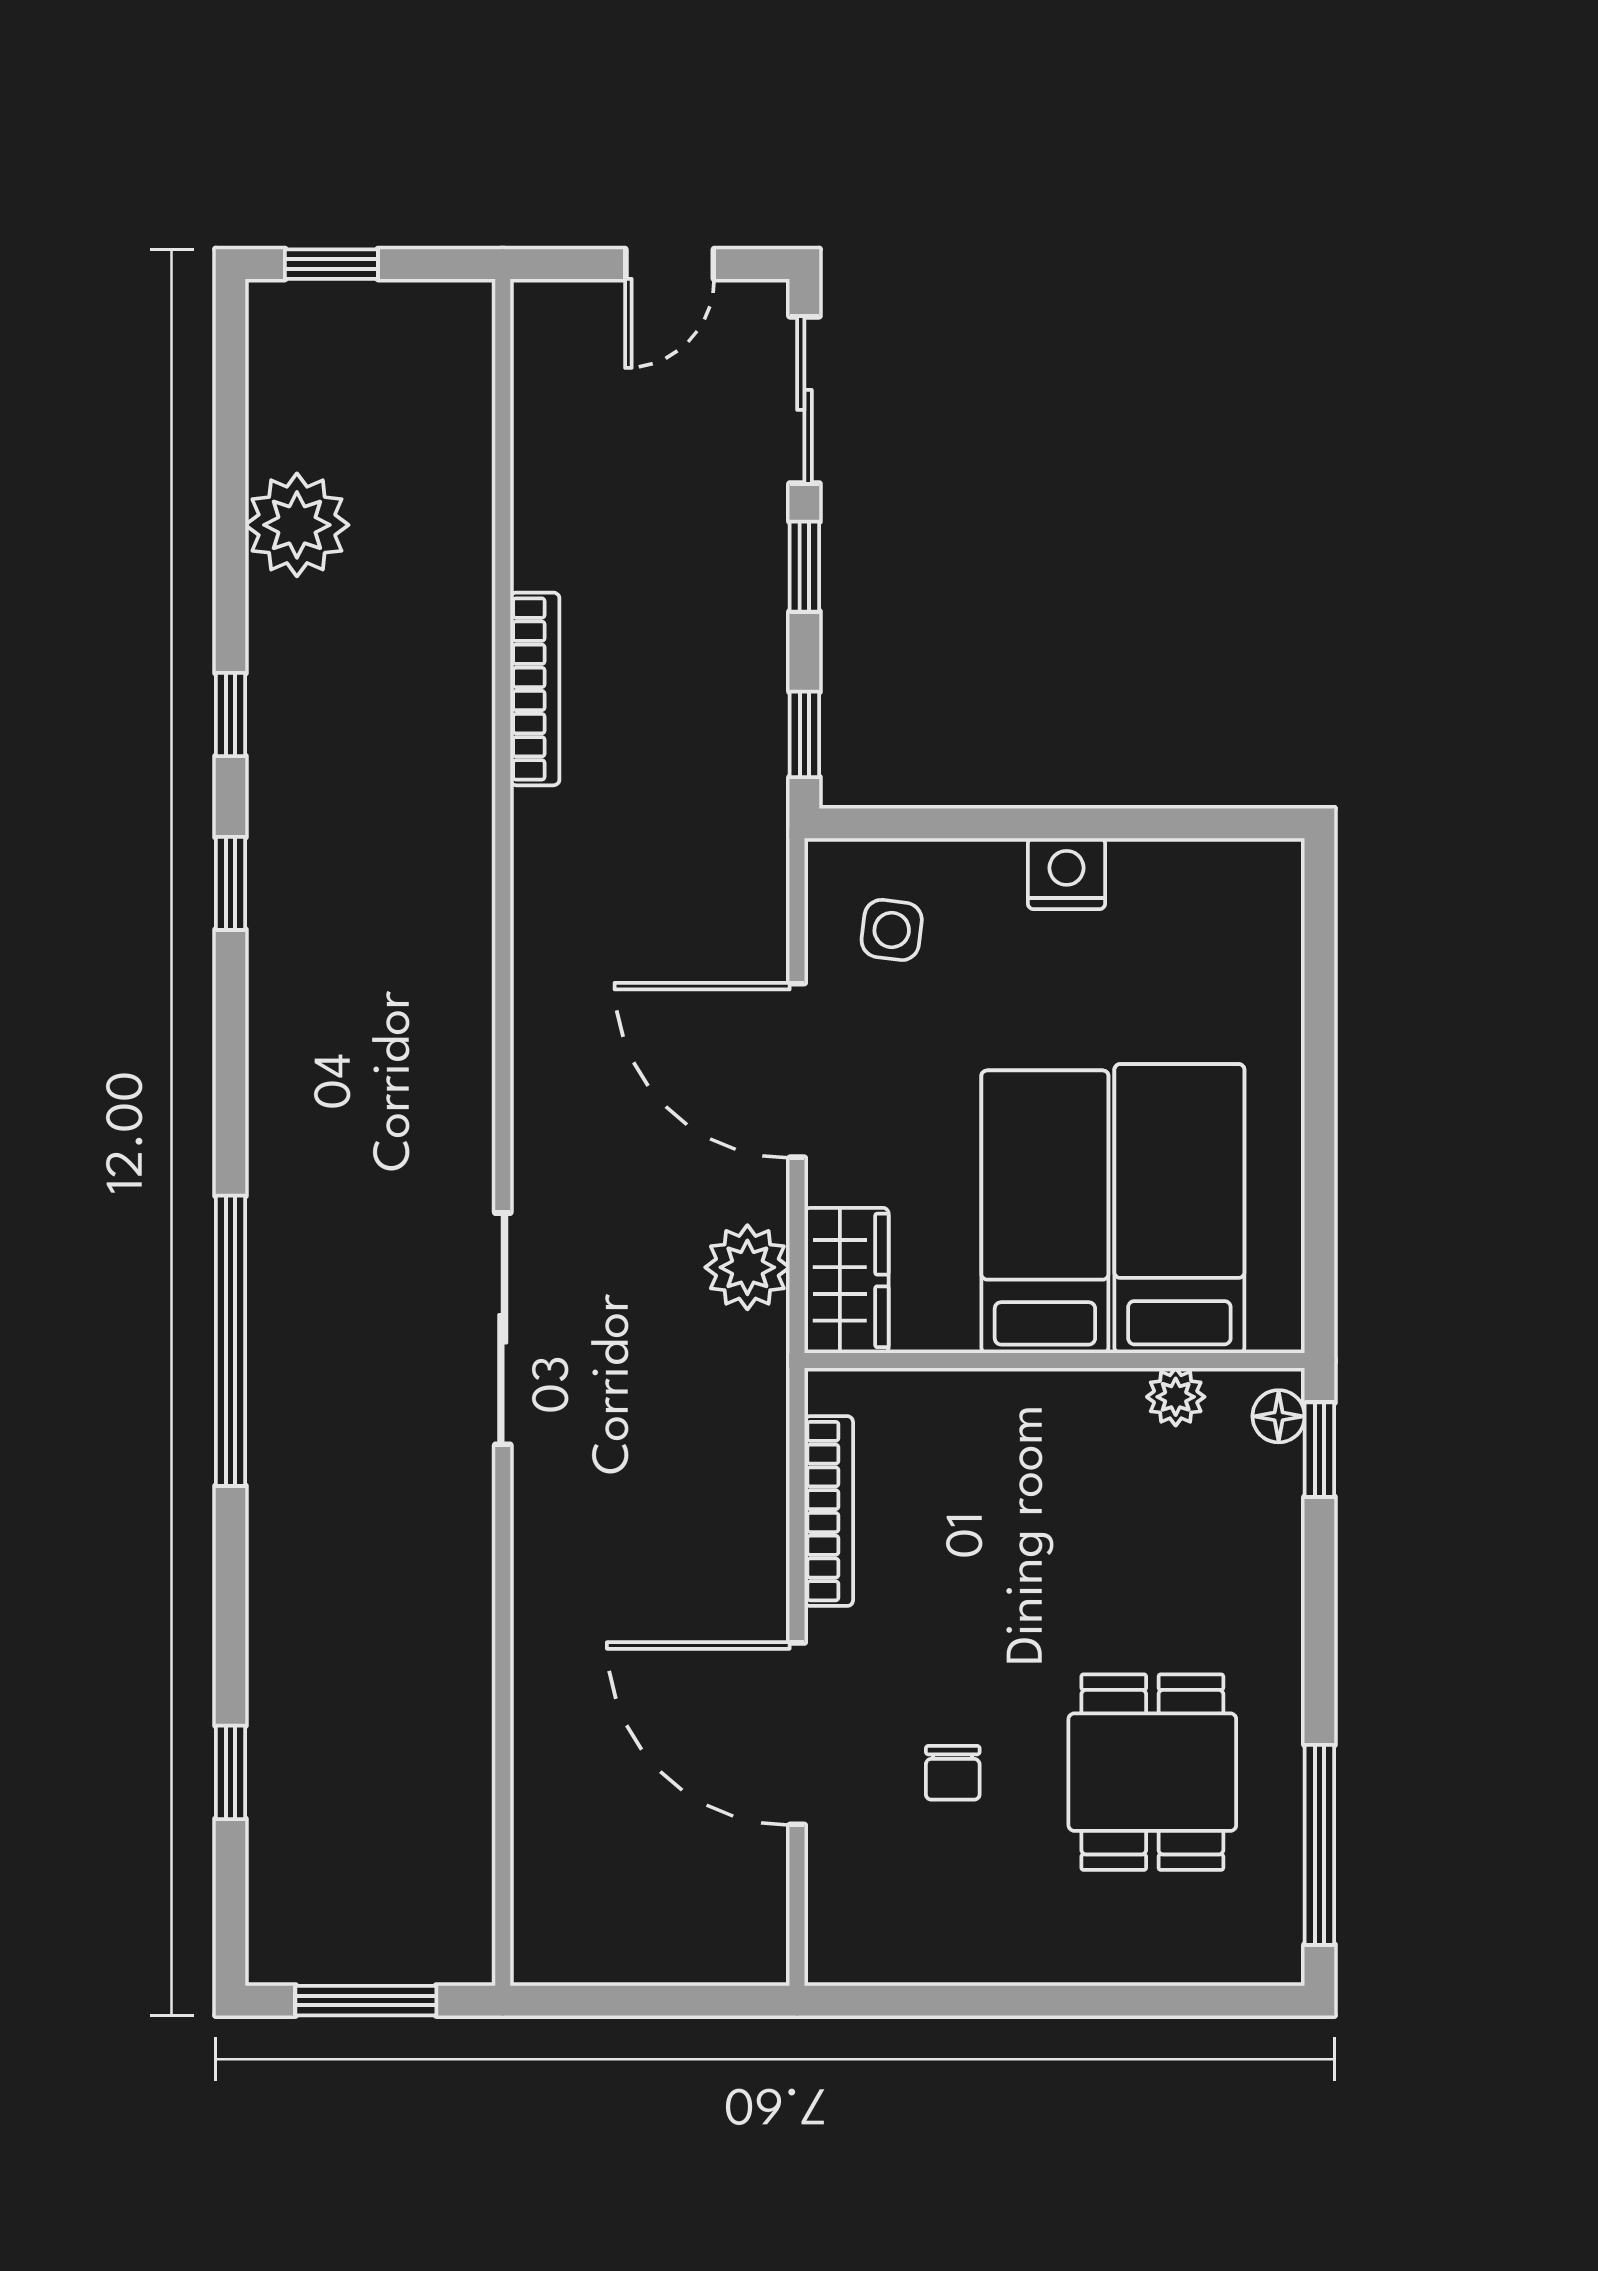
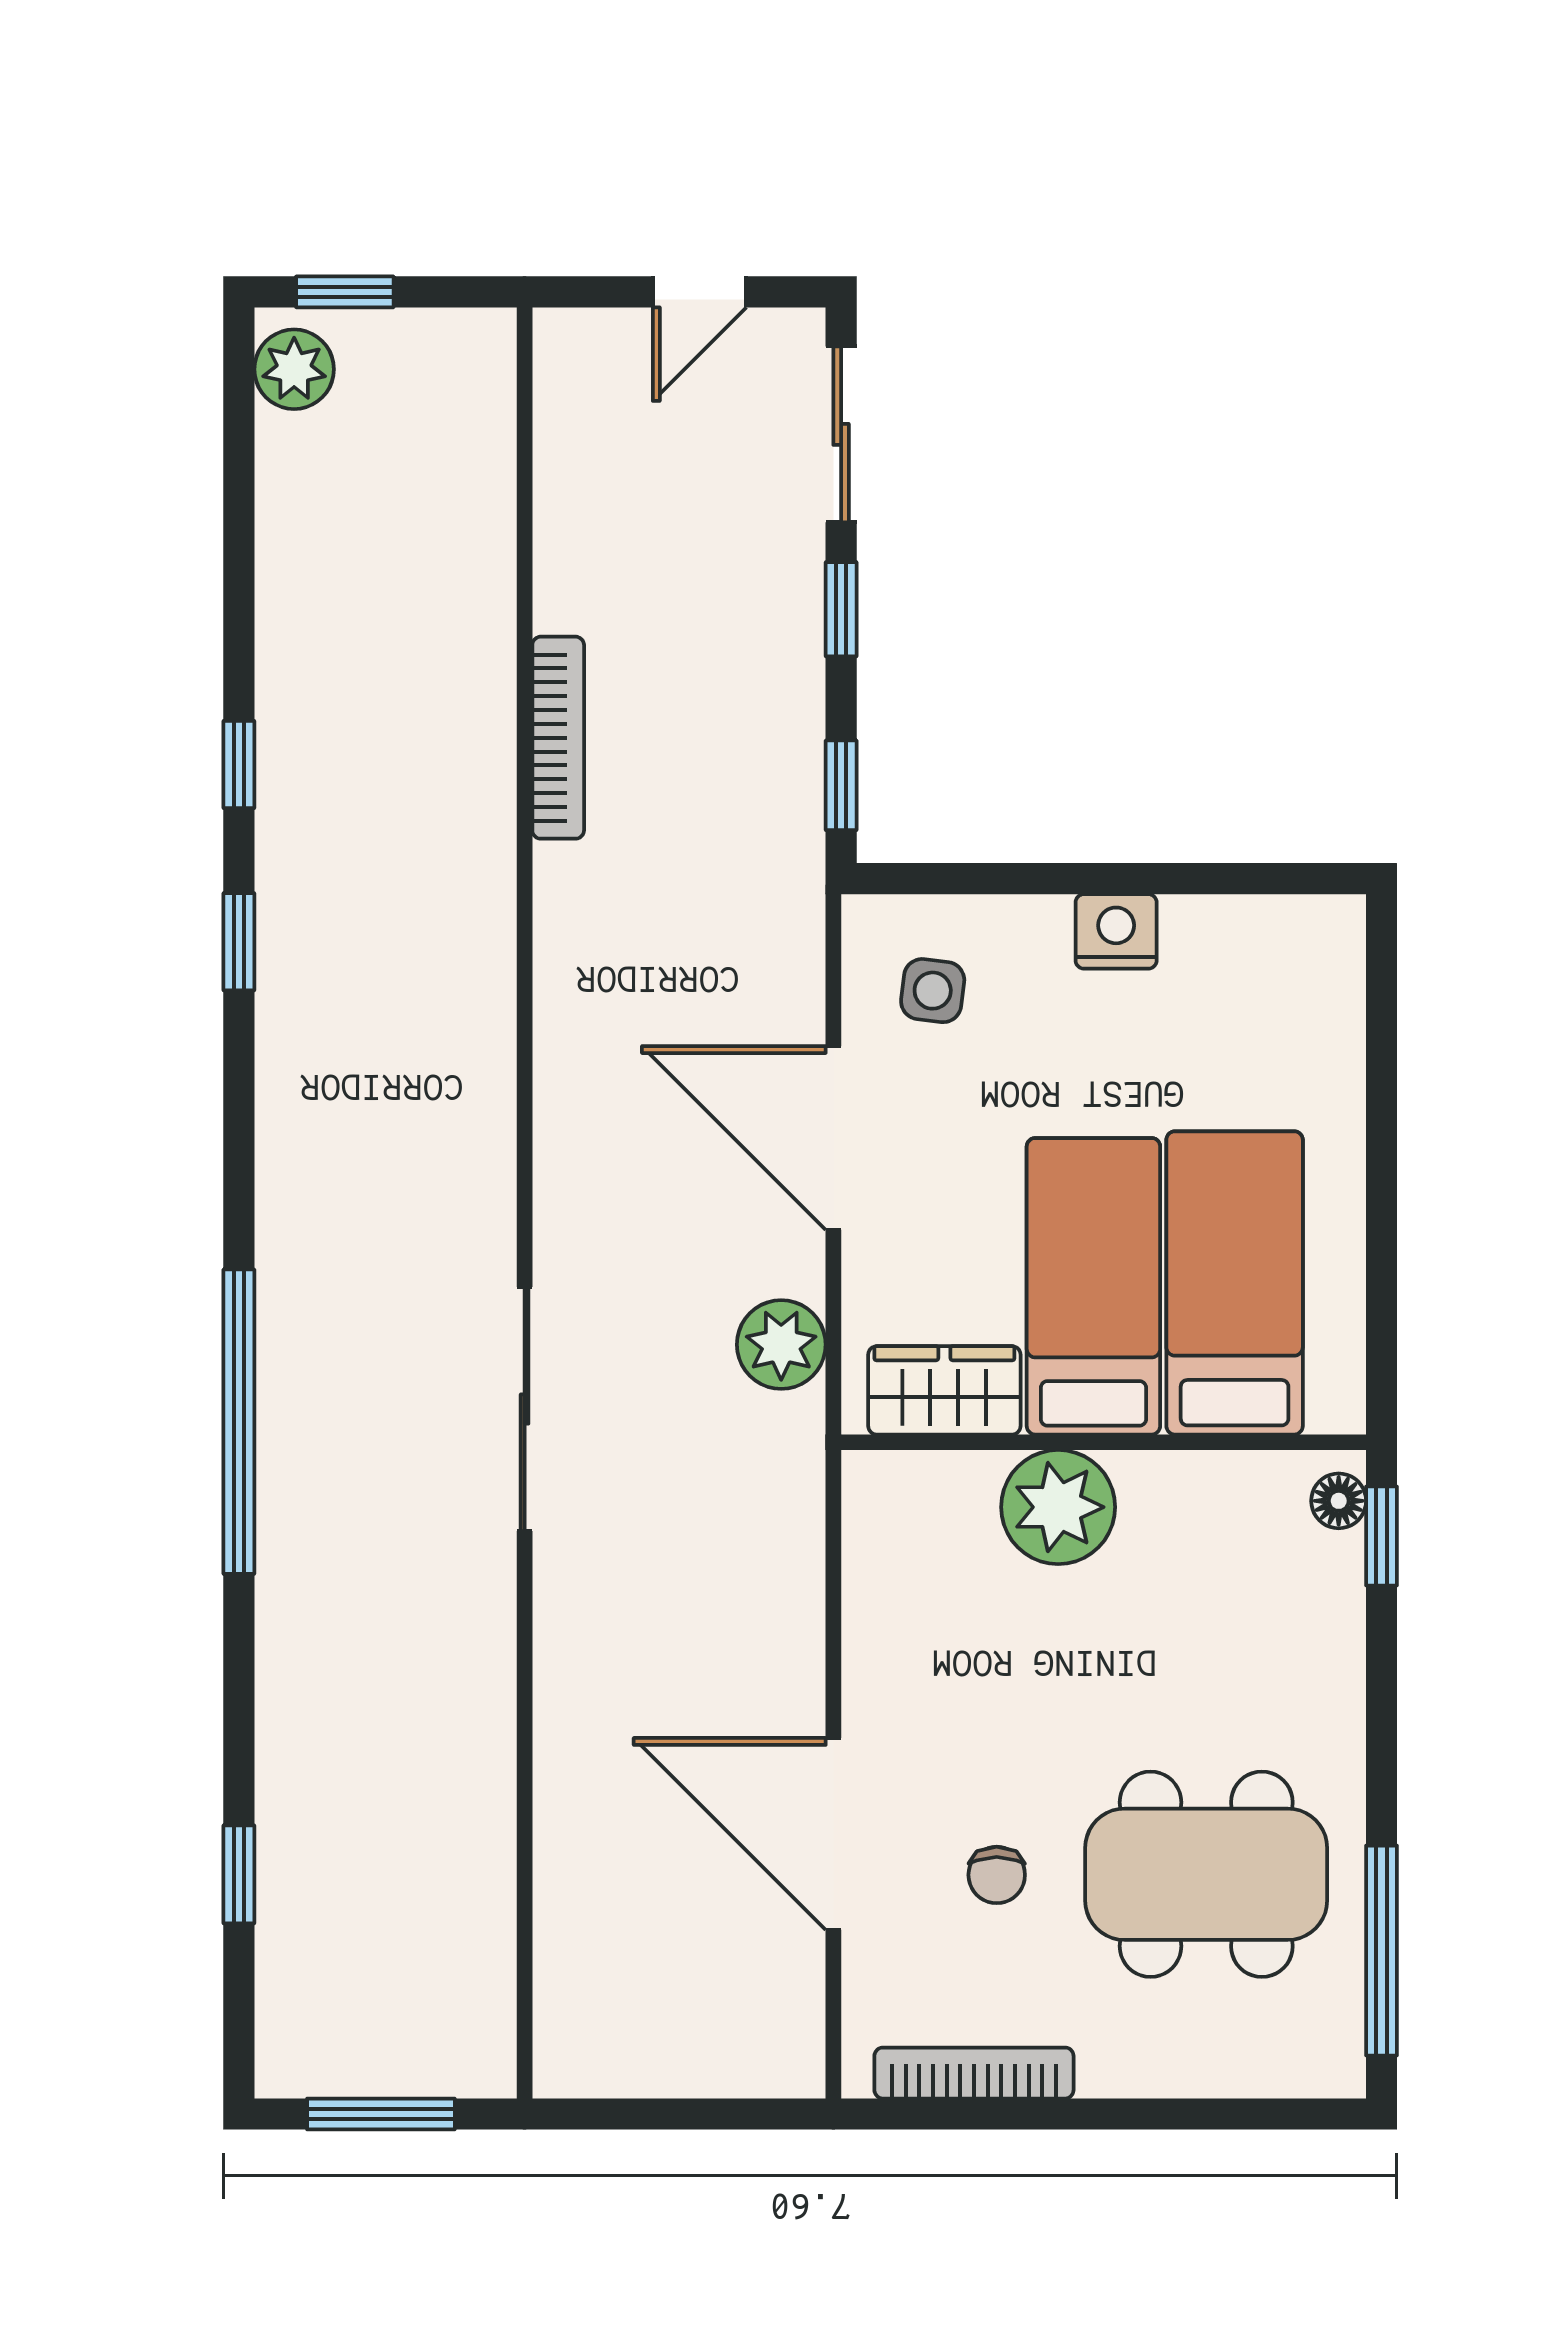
plant: (297, 525) -> (294, 369), moved, width x0.73, depth x0.73
wardrobe: (847, 1280) -> (944, 1390), moved, turned -90
plant: (1176, 1397) -> (1058, 1507), moved, width x1.87, depth x1.87
bookcase: (829, 1511) -> (974, 2073), moved, turned -90
dining table: (1152, 1772) -> (1206, 1874), width x1.38

